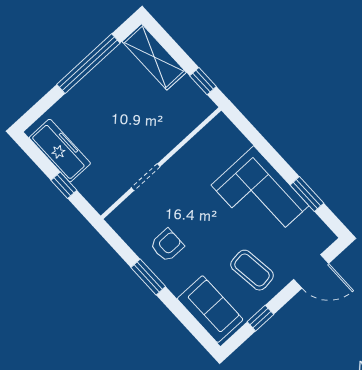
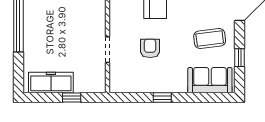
armchair: (167, 245) -> (150, 48), moved
window: (148, 277) -> (162, 98), width x0.67

